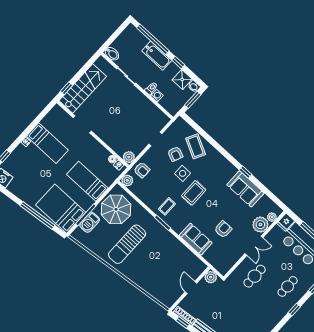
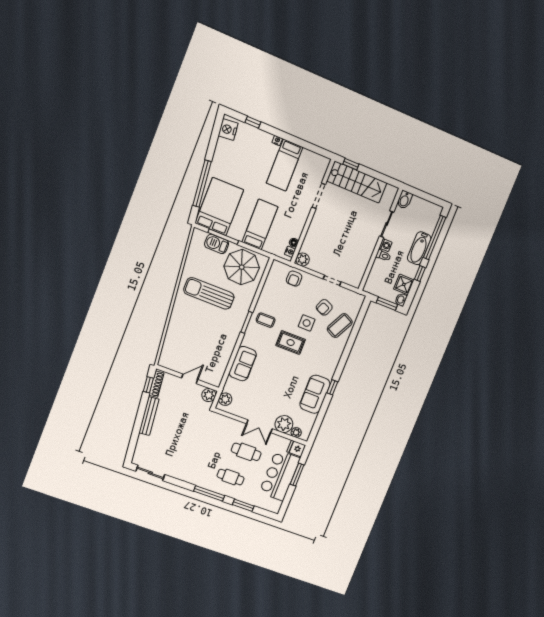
washing machine: (157, 96) -> (386, 245), moved
plant: (127, 180) -> (225, 399), moved
armchair: (223, 229) -> (264, 388), removed
cafe table: (255, 276) -> (246, 452), moved
window: (294, 310) -> (209, 493), width x2.17

